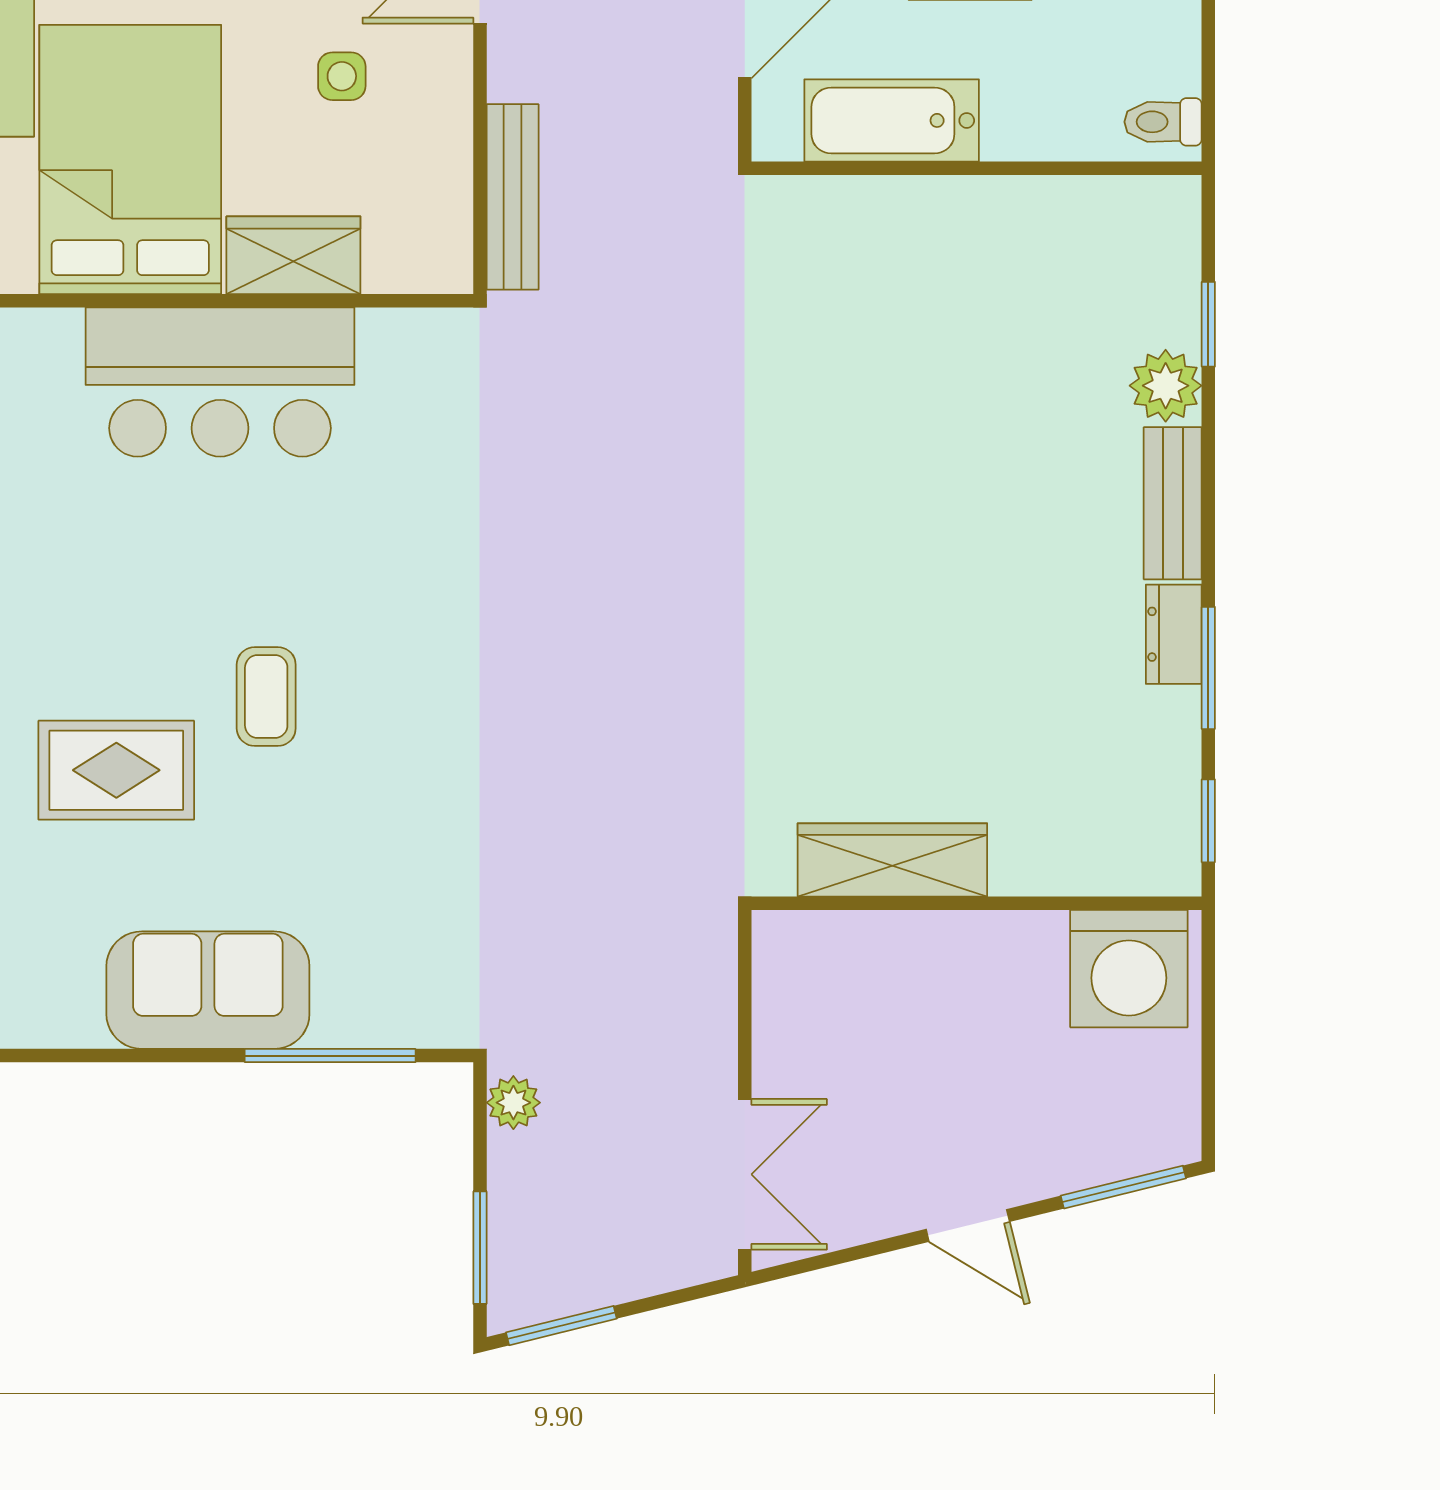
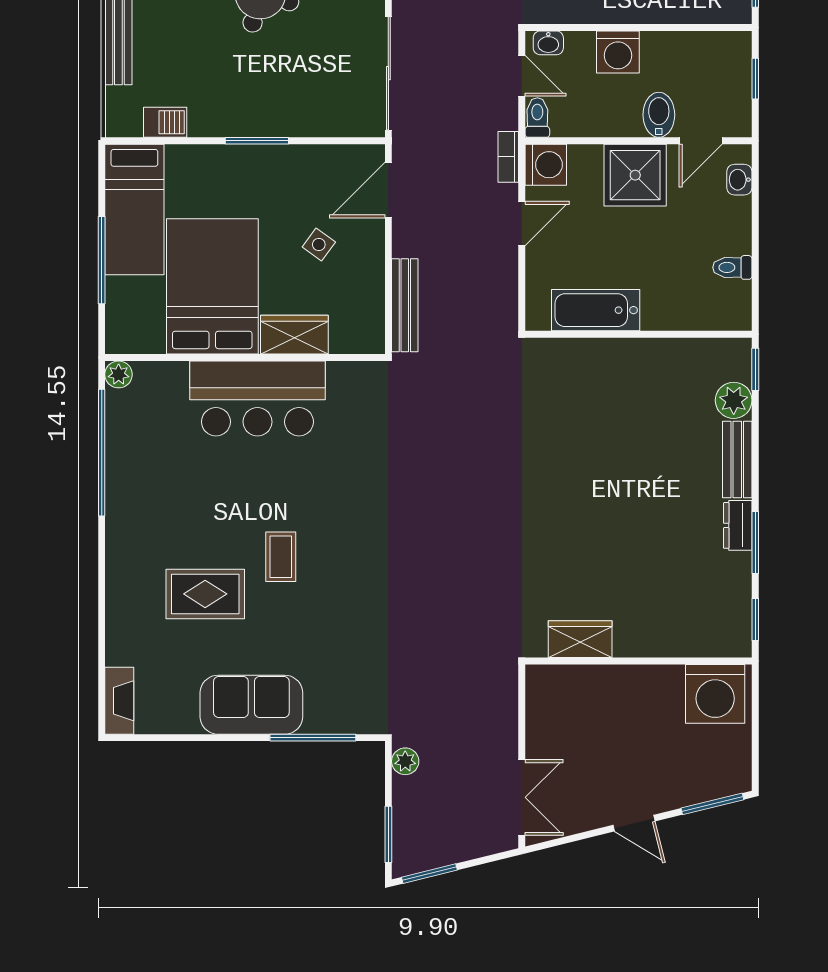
side table: (342, 76) -> (319, 245), turned 36
bathtub: (892, 120) -> (596, 310), moved
wall: (977, 168) -> (638, 334), moved
wardrobe: (892, 860) -> (580, 639), width x0.67

